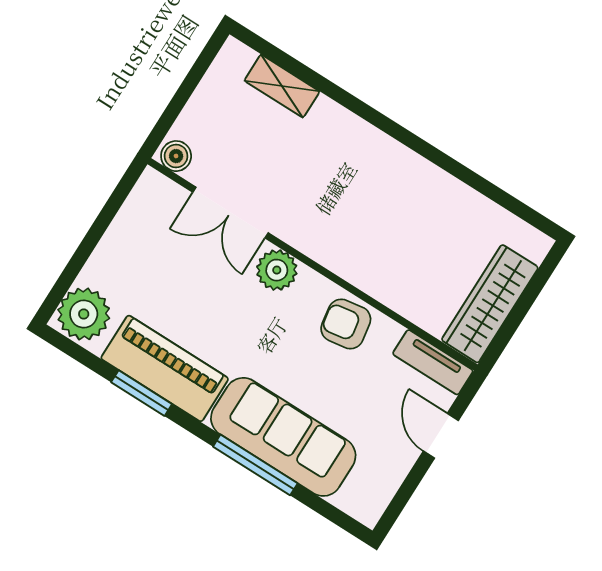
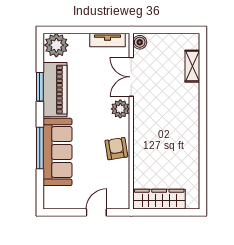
tv unit: (433, 362) -> (108, 40), moved, turned -90

